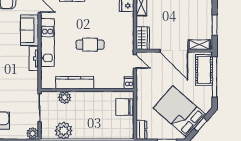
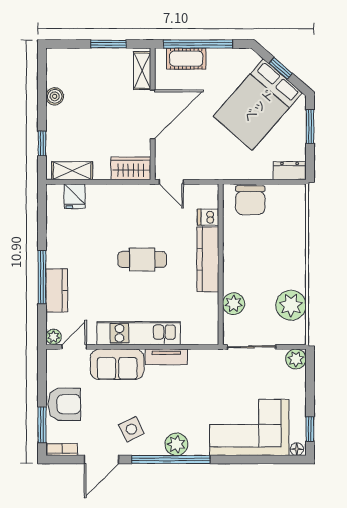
cafe table: (90, 45) -> (142, 260), turned 90
door: (135, 61) -> (171, 182), swing flipped
cot: (204, 70) -> (186, 59), width x0.73, depth x0.75
kitchen counter: (75, 83) -> (208, 259), moved
dishwasher: (129, 83) -> (208, 217), moved

